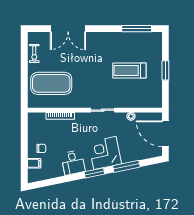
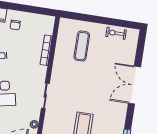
double door: (68, 29) -> (134, 85), moved
exercise mat: (51, 83) -> (82, 46), width x0.50, depth x0.69

